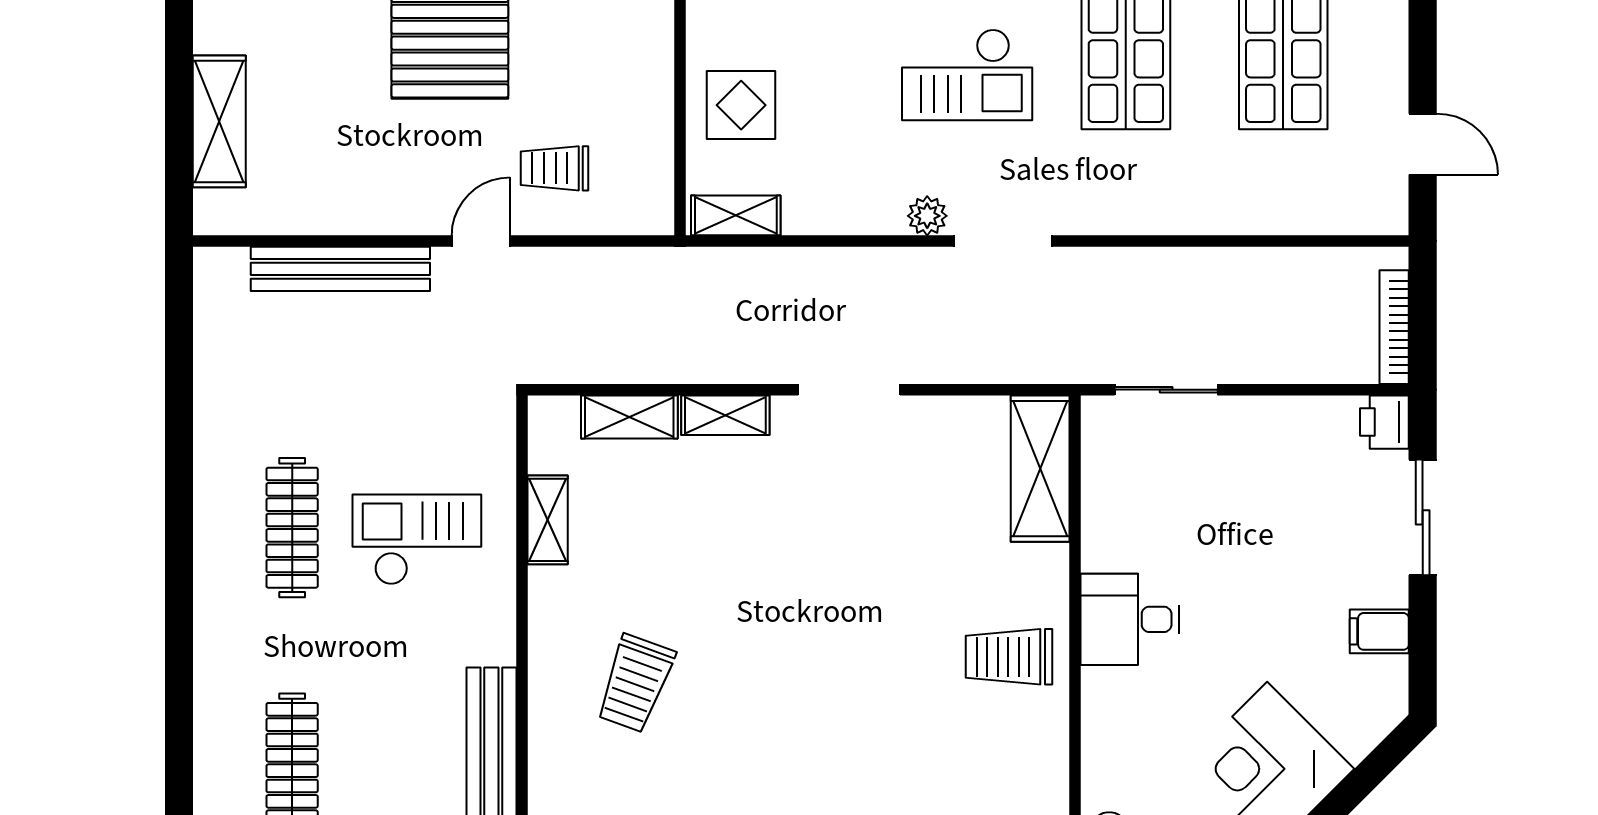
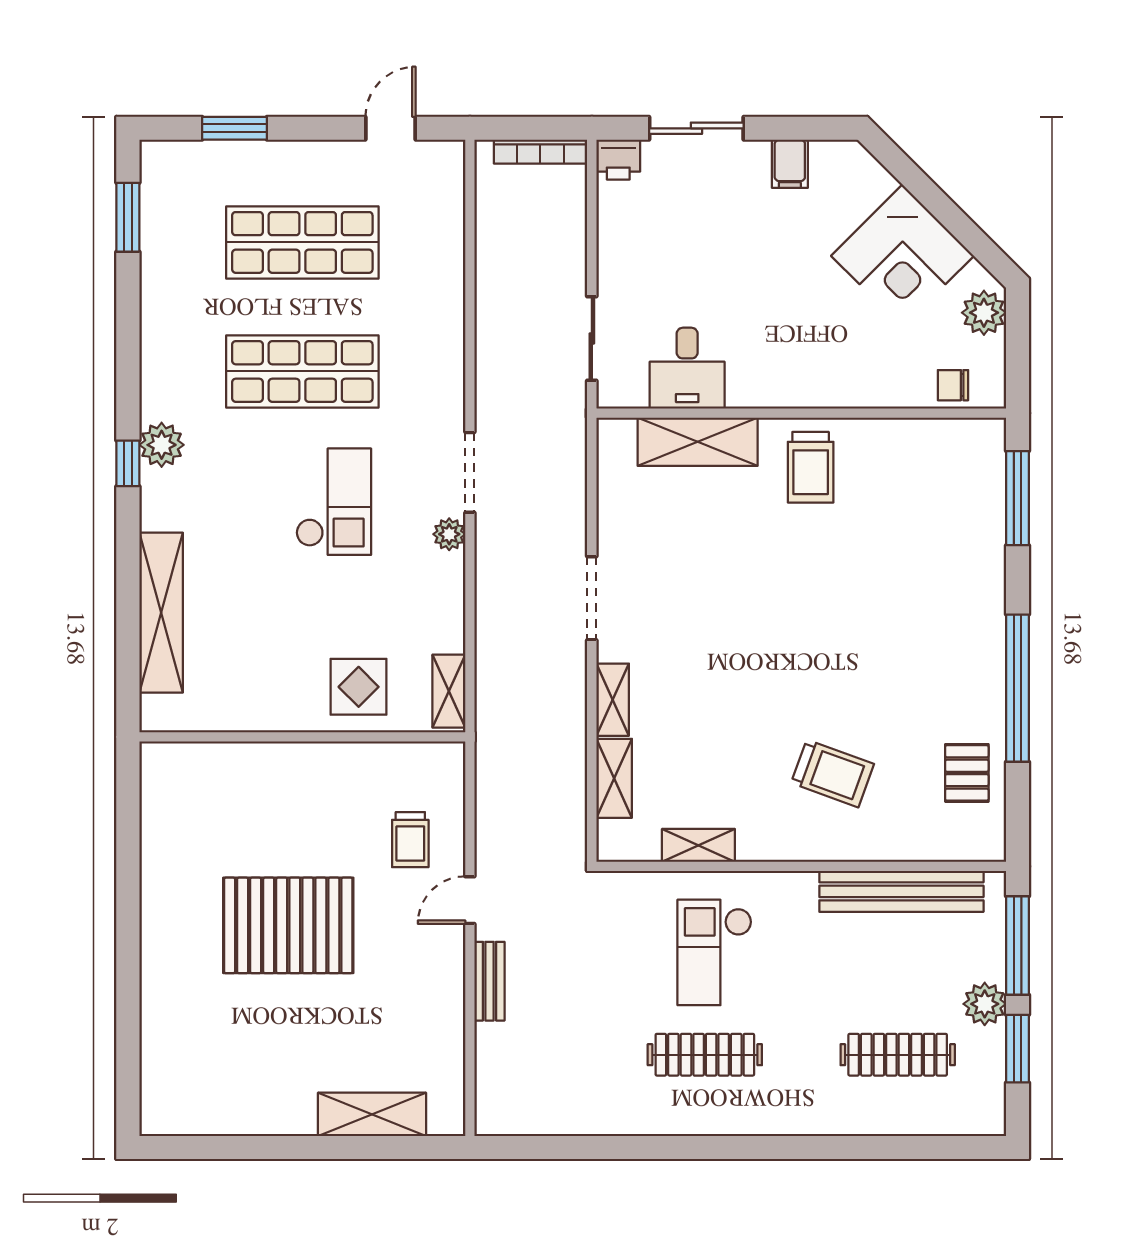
door: (481, 241) -> (470, 900), hinge flipped
bench: (340, 269) -> (490, 981), width x0.54, depth x0.82
shelving: (1040, 469) -> (698, 442), moved
desk: (1130, 619) -> (687, 368), moved

